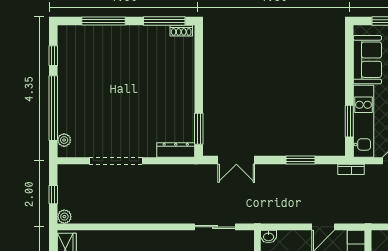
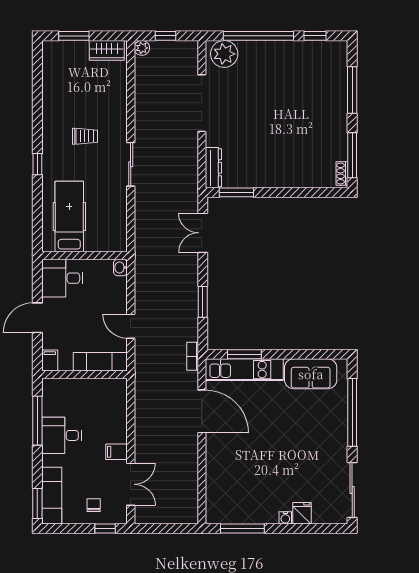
plant: (64, 140) -> (224, 54), width x1.88, depth x1.88
sliding door: (215, 227) -> (131, 164), moved

